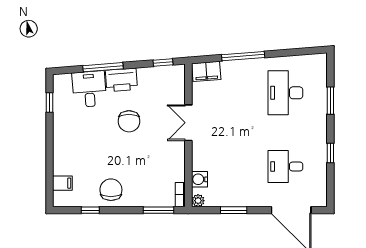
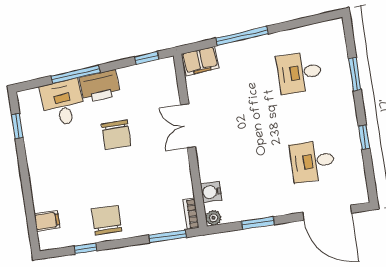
desk: (285, 93) -> (299, 73), width x0.73

